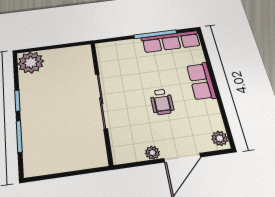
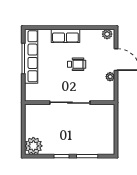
row of seats: (171, 42) -> (31, 56), width x1.36

